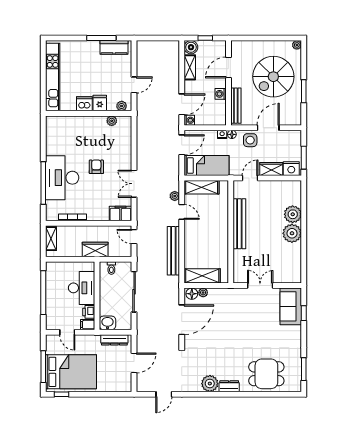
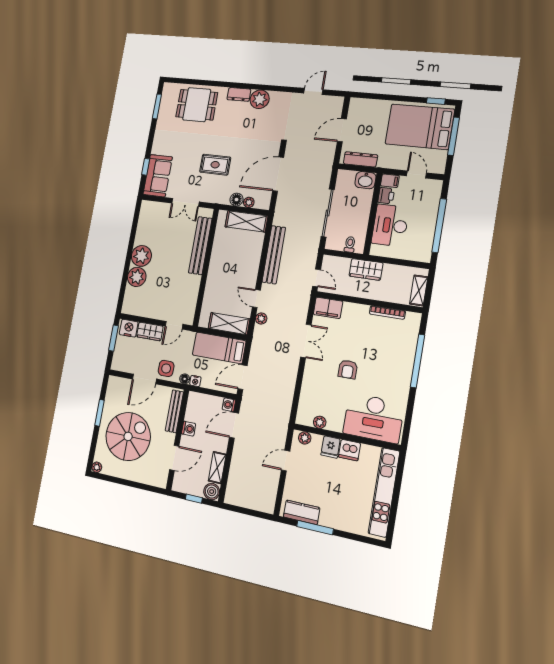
desk: (62, 178) -> (374, 418), moved, turned 90
bench: (239, 224) -> (200, 246), moved
floor lamp: (192, 294) -> (237, 200), moved
rug: (239, 322) -> (215, 165), added

